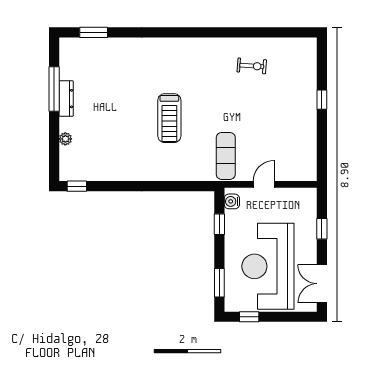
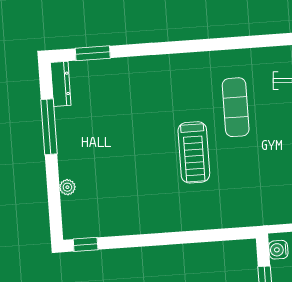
dresser: (66, 99) -> (61, 84), moved
exercise mat: (226, 156) -> (236, 107), moved

